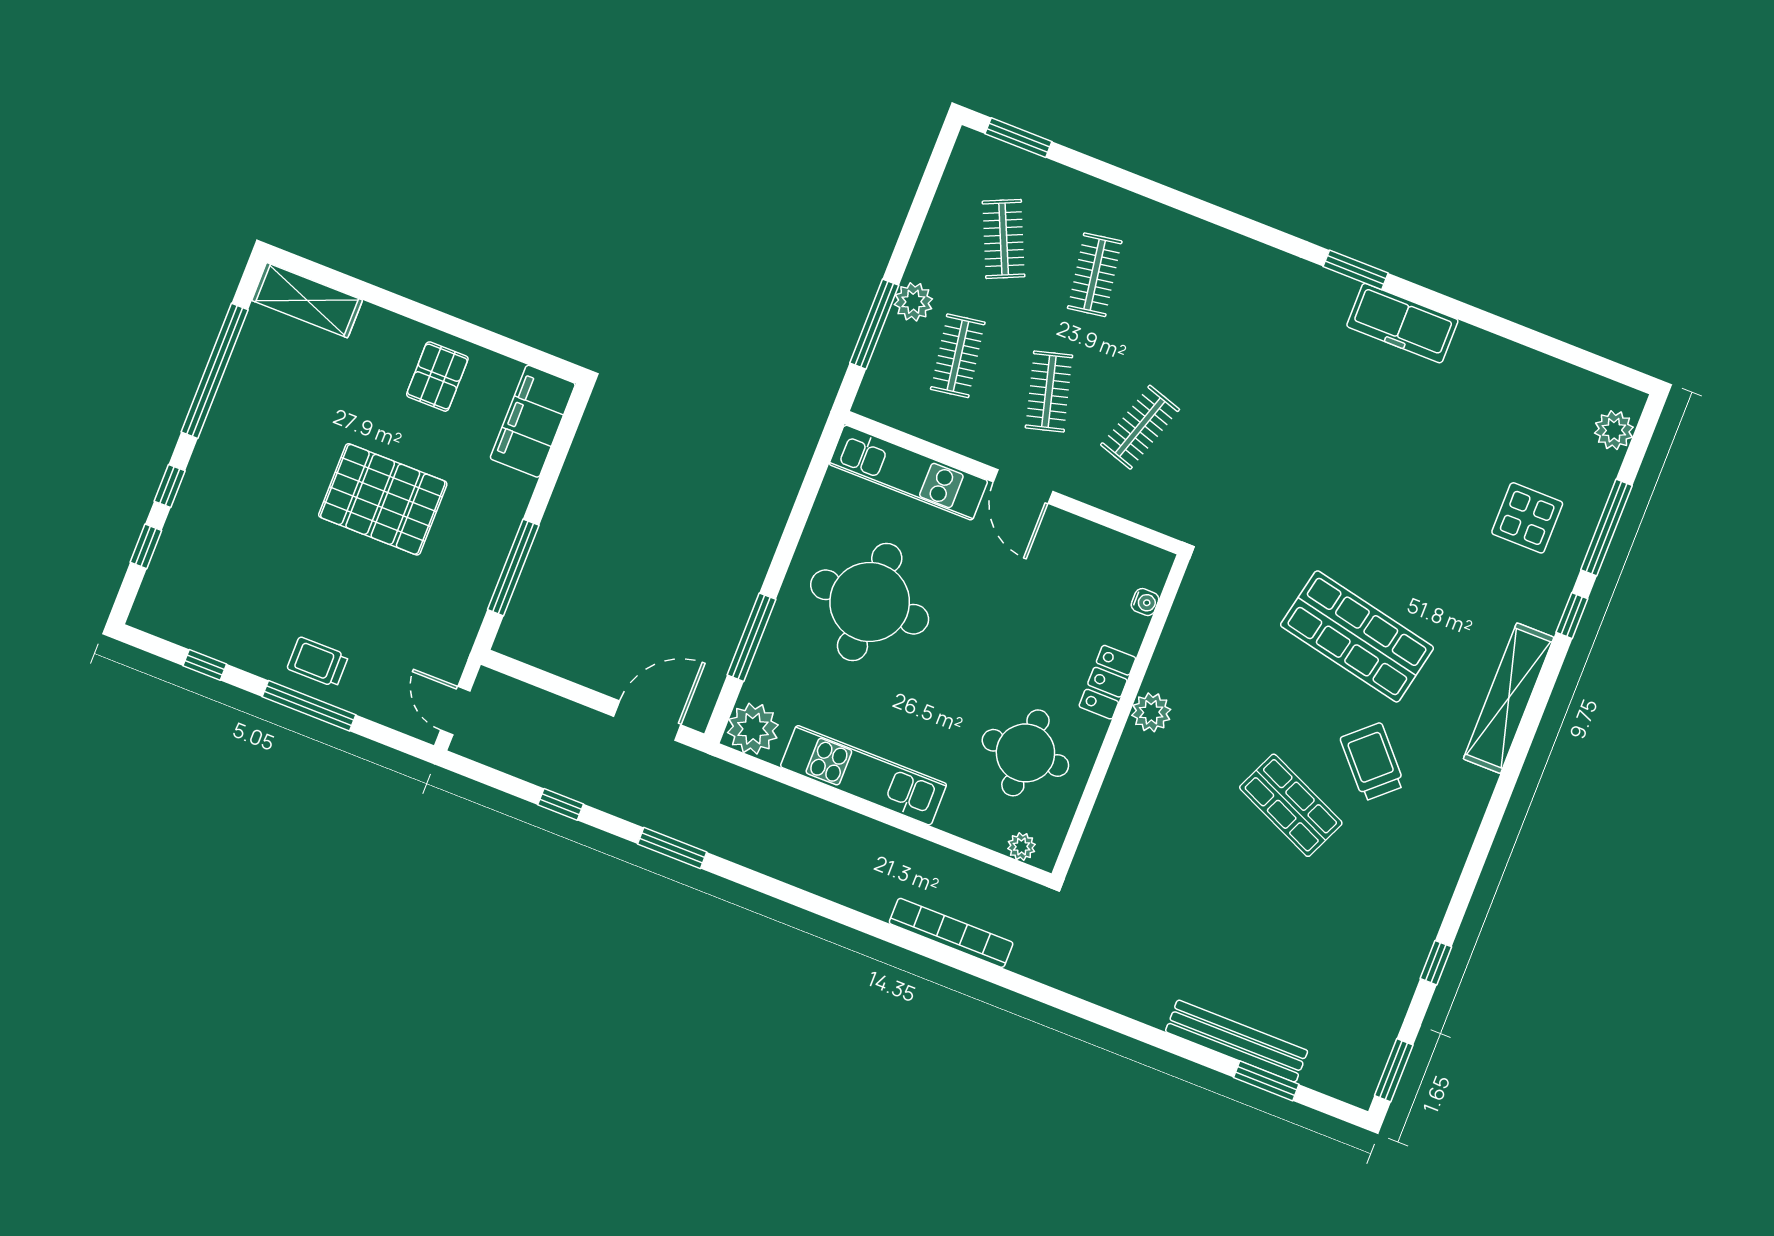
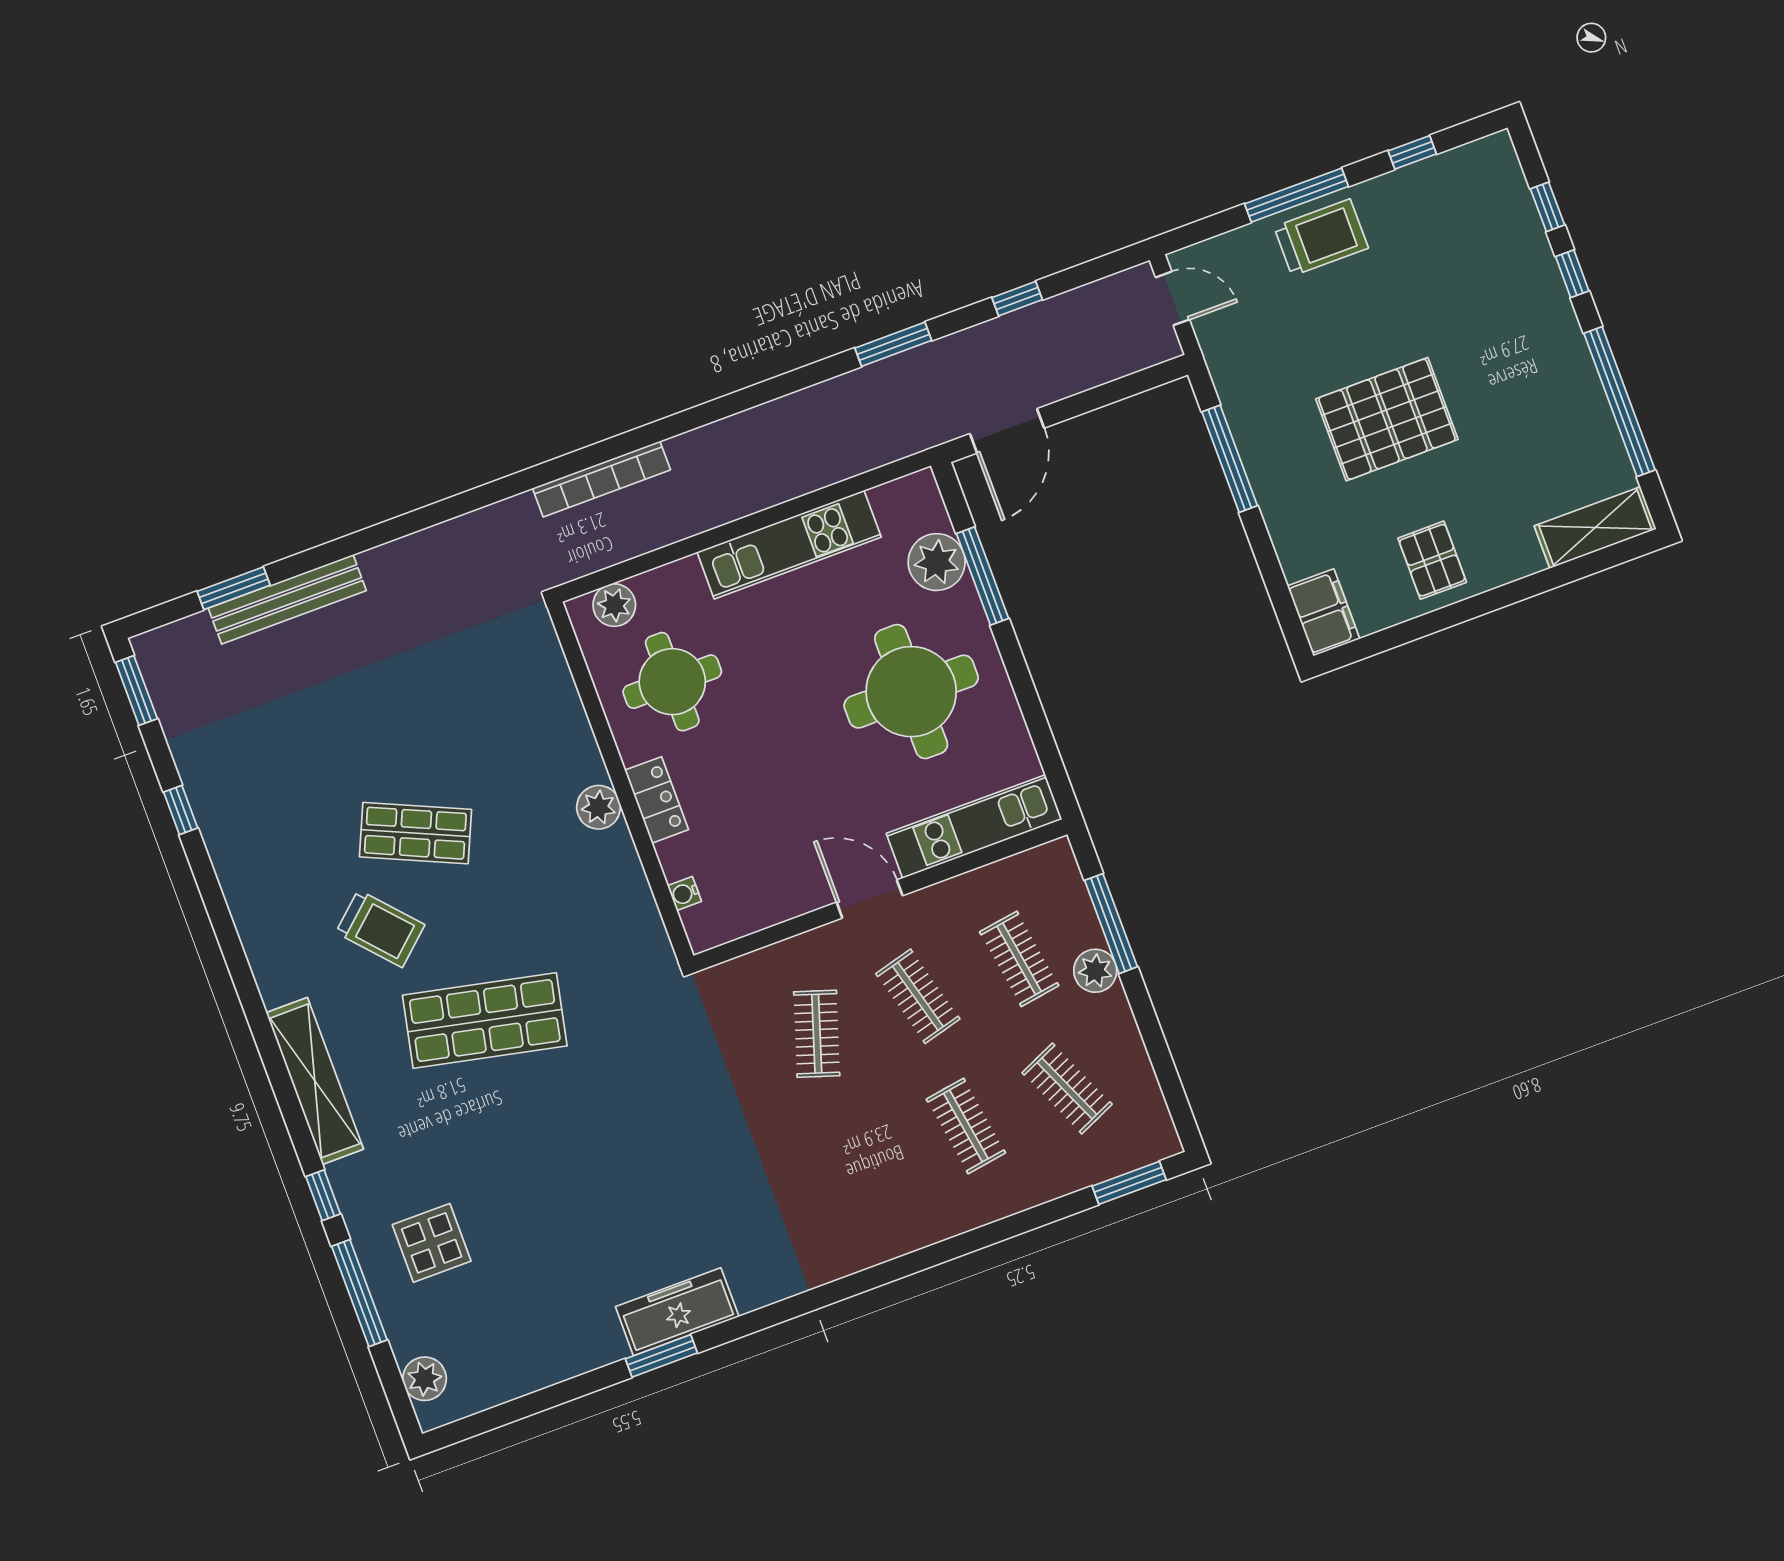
window: (1356, 270) -> (661, 1356), moved
filing cabinet: (533, 421) -> (1323, 612), width x0.67, depth x0.86
trolley: (318, 662) -> (1321, 238), width x1.36, depth x1.39
plant: (753, 729) -> (937, 562), moved
plant: (1021, 847) -> (614, 605), width x1.38, depth x1.38

